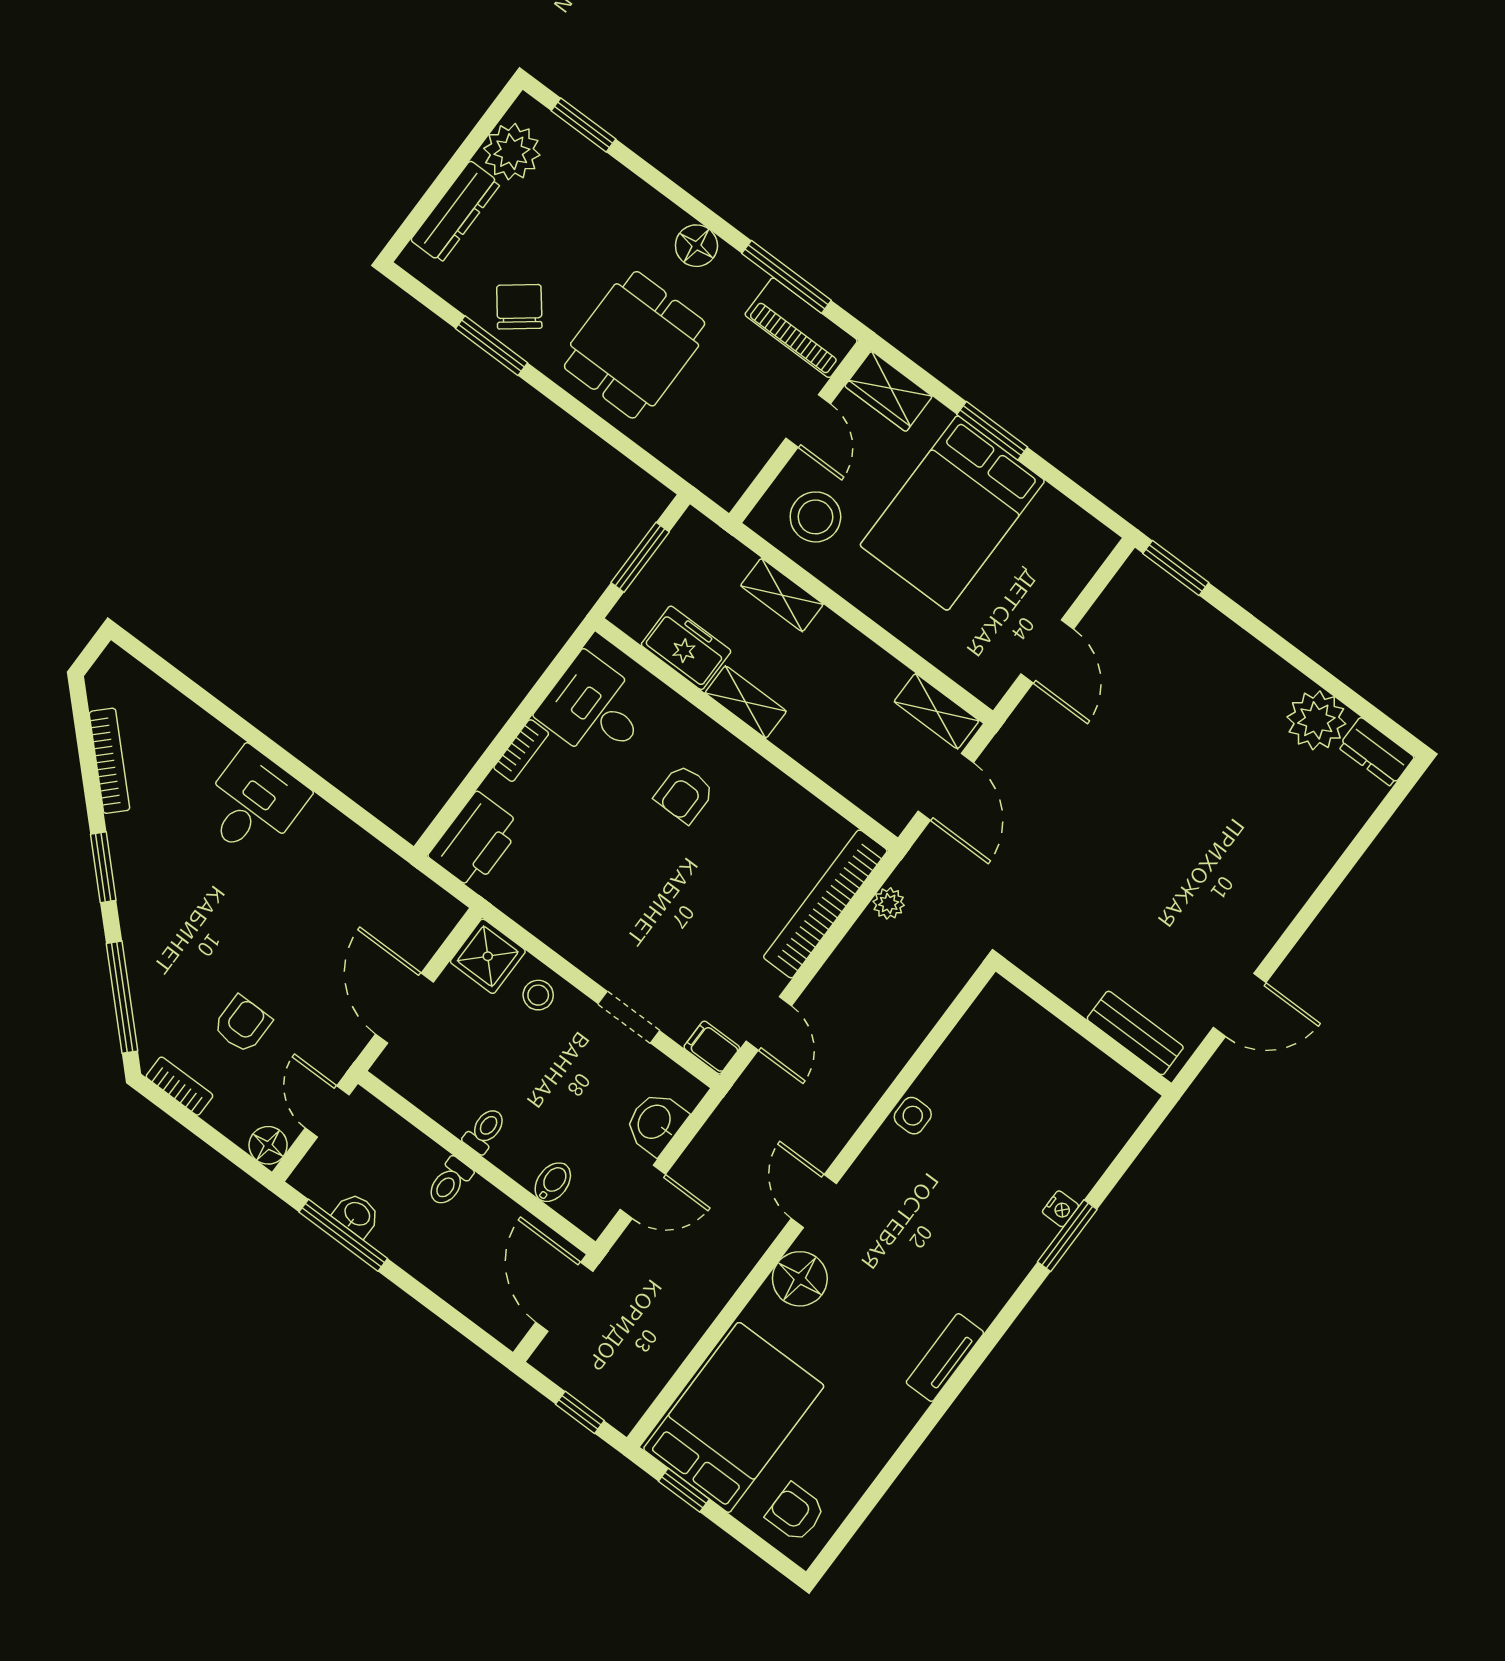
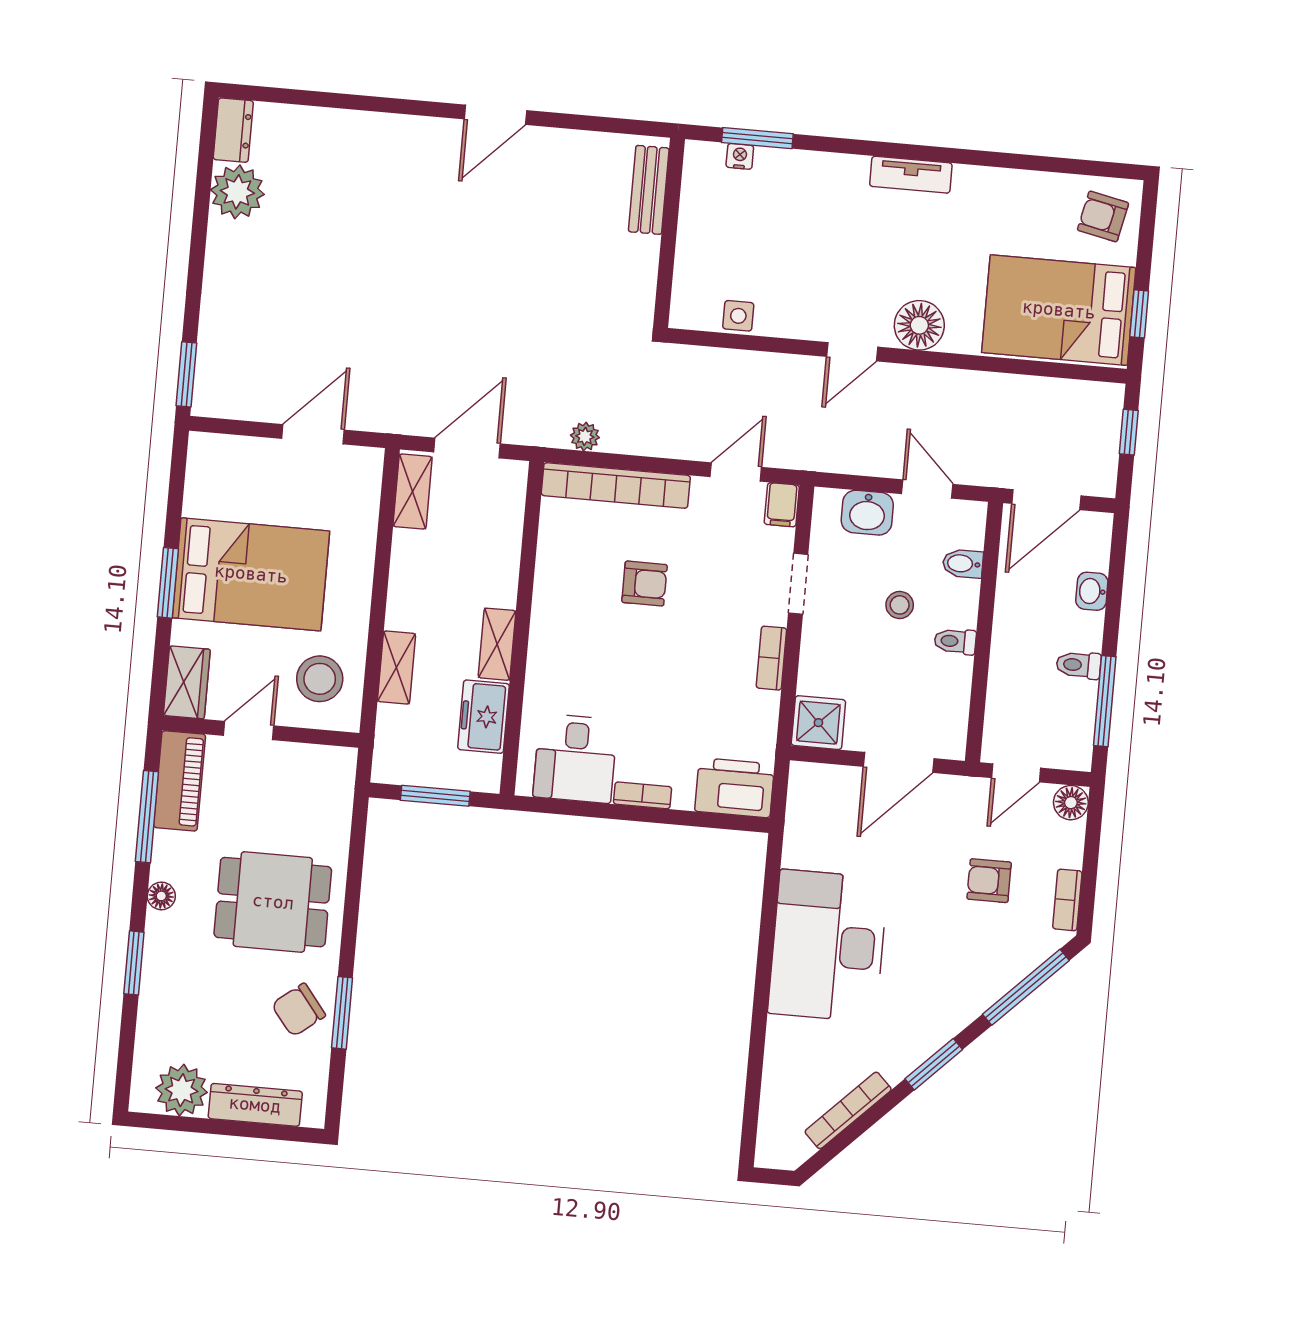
window: (583, 125) -> (134, 963), moved
floor lamp: (696, 246) -> (161, 896), width x0.73, depth x0.73
armchair: (684, 794) -> (644, 584), moved
desk: (253, 803) -> (828, 946), width x1.87, depth x1.30
bookcase: (575, 950) -> (771, 658), added
stool: (538, 995) -> (900, 605), moved
door: (1240, 1005) -> (495, 115), swing flipped
wall: (1083, 1027) -> (669, 233), moved
bench: (1135, 1033) -> (649, 190), moved
toilet: (449, 1182) -> (1079, 665), moved, turned 180
washbasin: (357, 1215) -> (1092, 591), moved
armchair: (795, 1512) -> (1103, 216), turned 102

